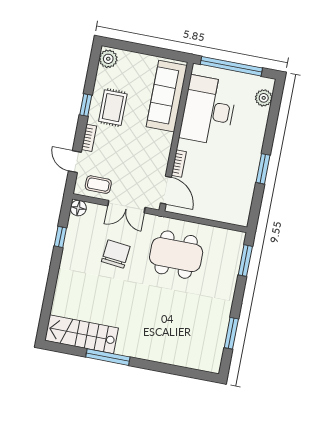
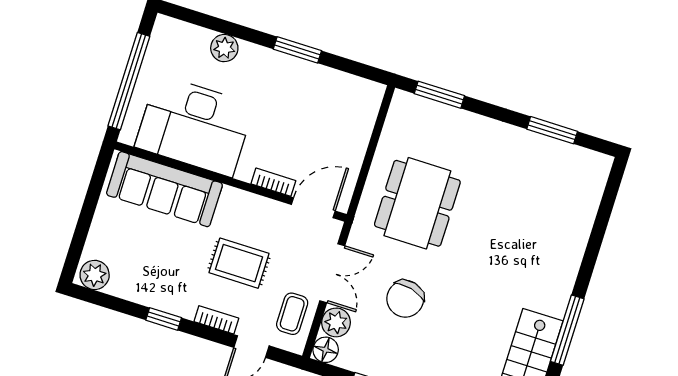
plant: (264, 98) -> (224, 48), moved
rug: (113, 108) -> (239, 263), moved
plant: (96, 213) -> (336, 322), added
chair: (116, 254) -> (405, 299), turned -82

